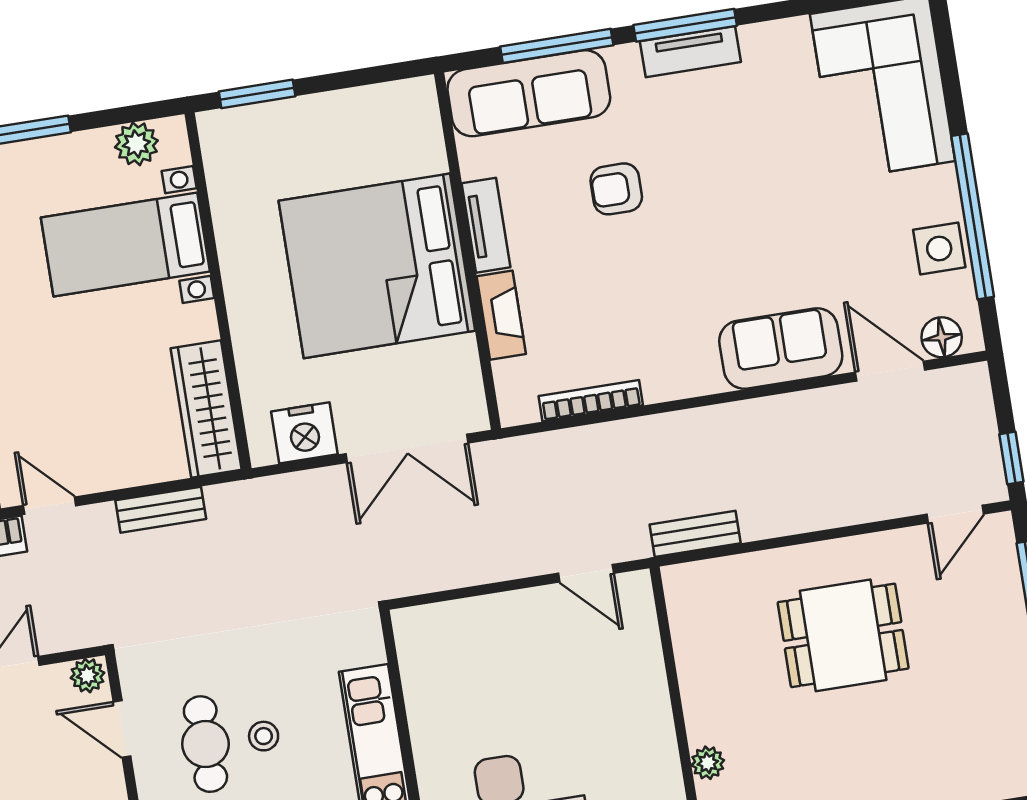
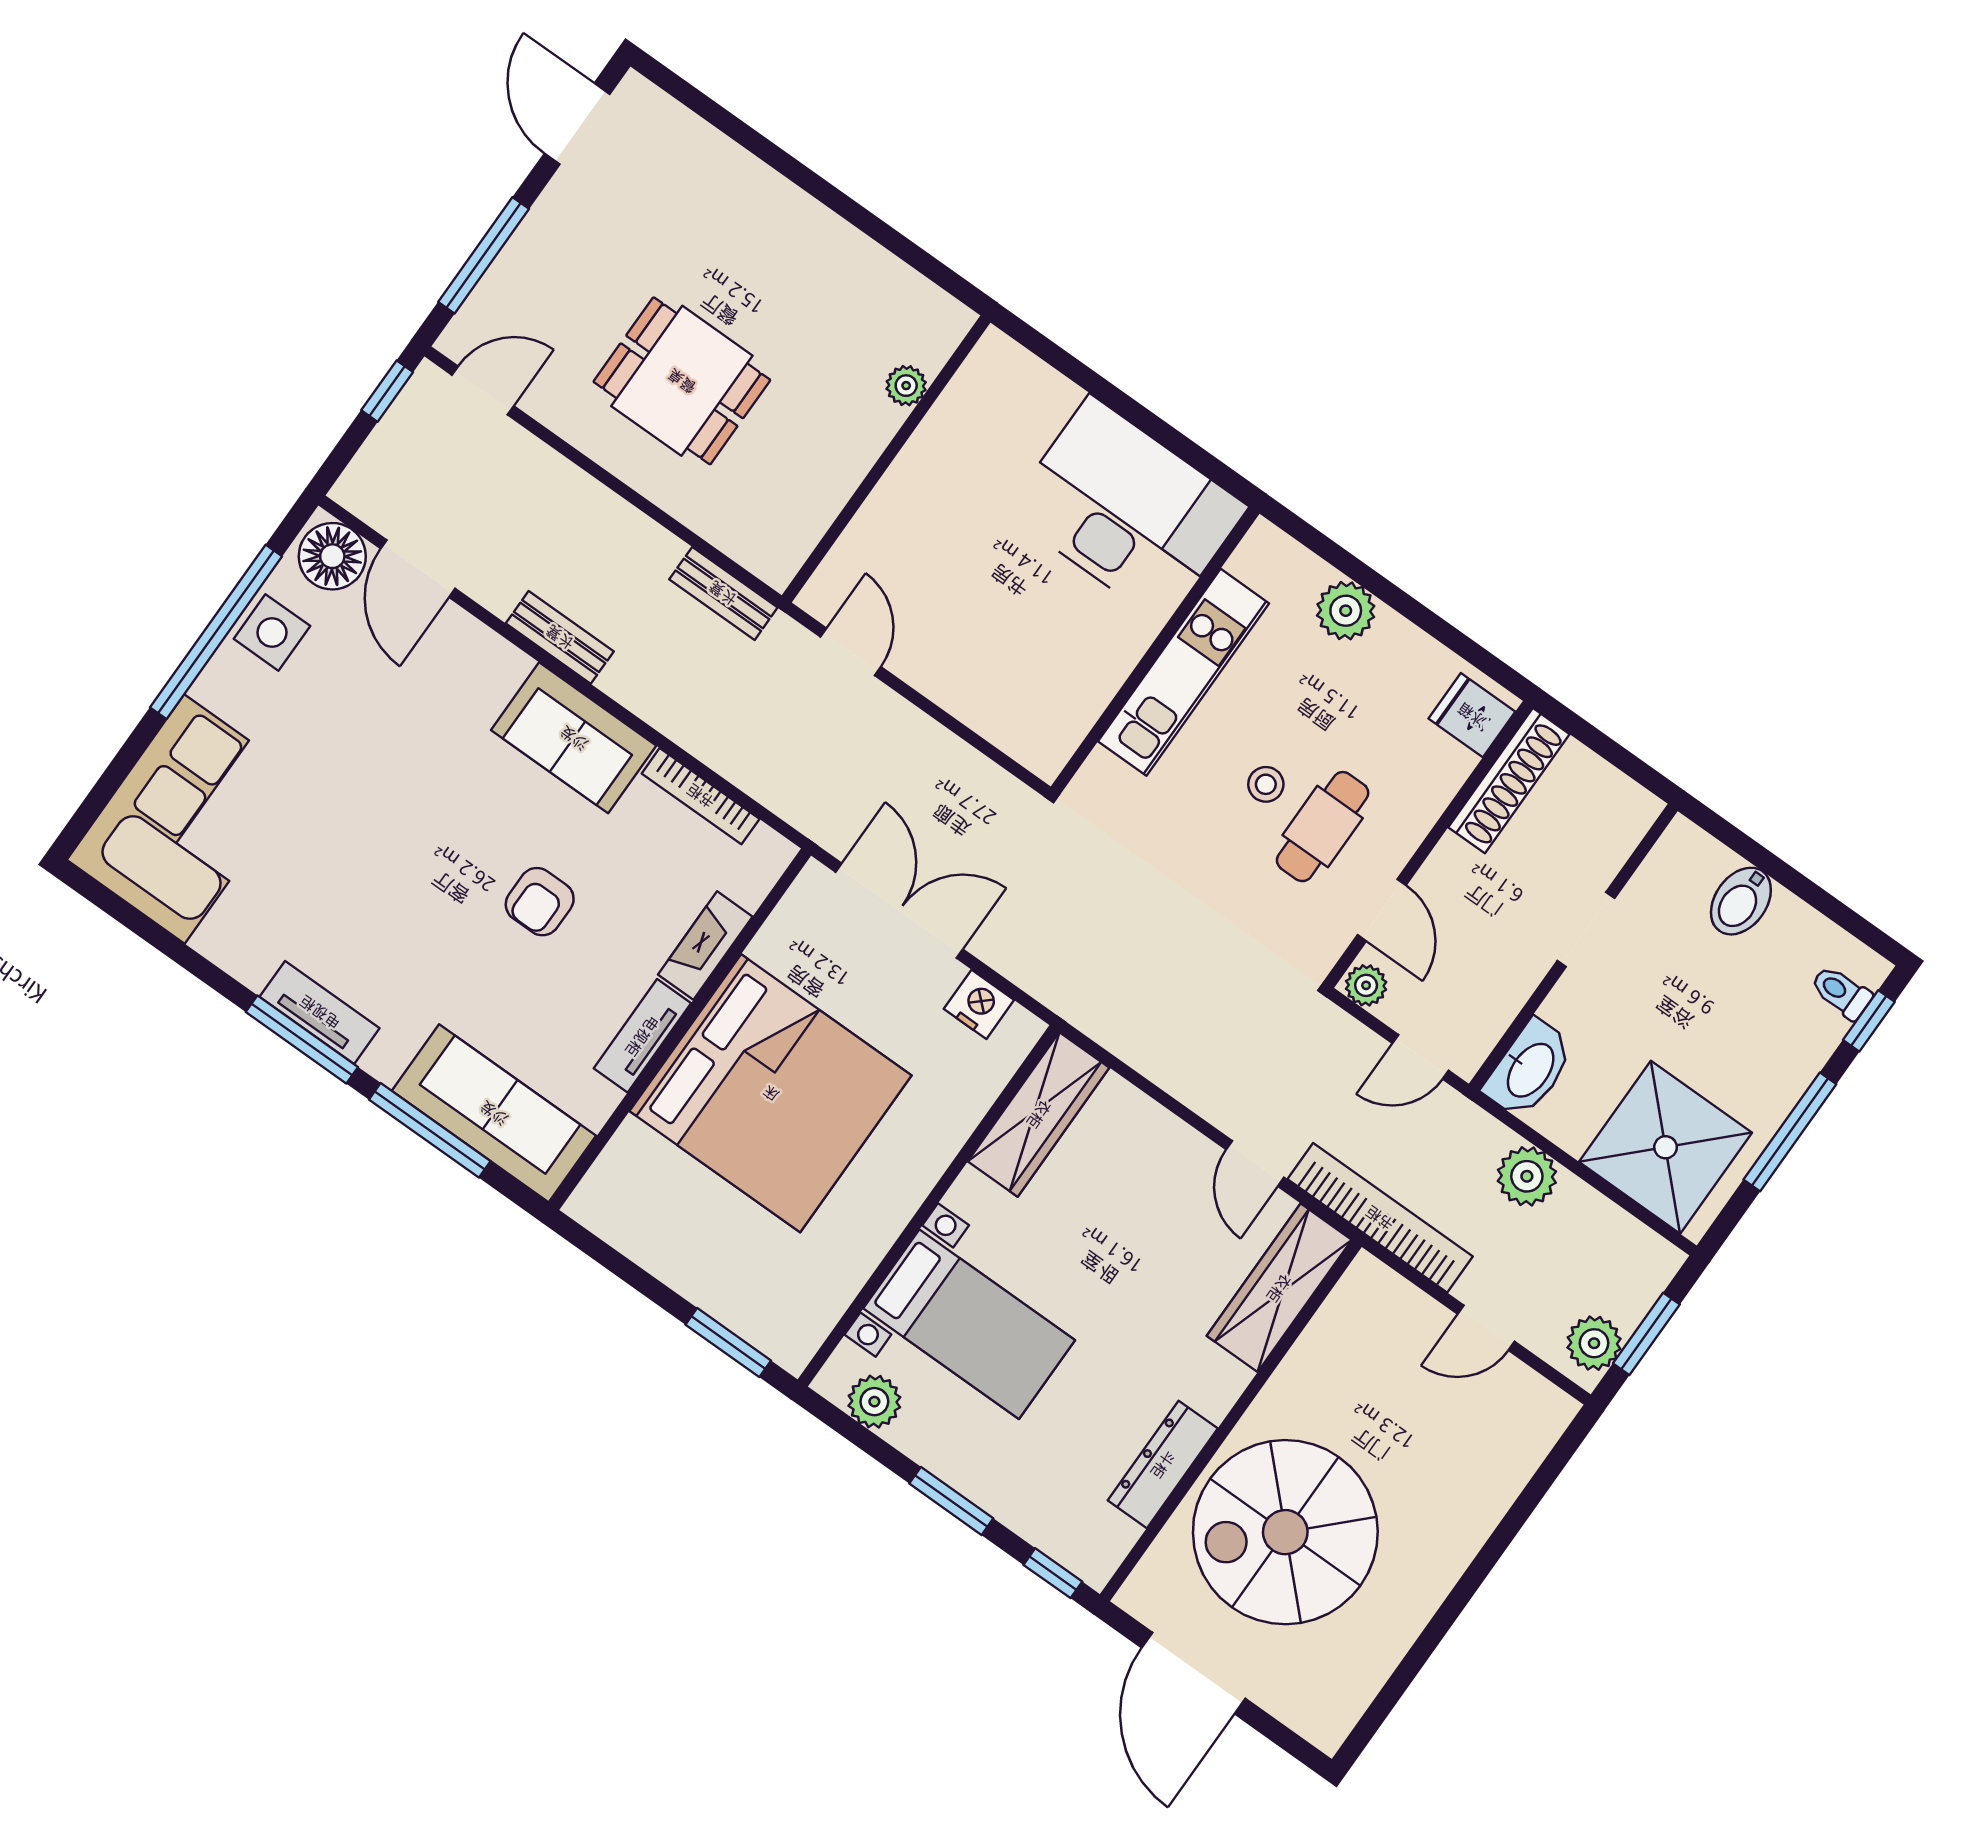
armchair: (616, 189) -> (540, 902), moved, turned 90
floor lamp: (942, 337) -> (332, 556), width x1.38, depth x1.38
sofa: (781, 348) -> (574, 738), moved
nightstand: (304, 433) -> (979, 1004), width x0.74, depth x0.75
bench: (161, 510) -> (560, 637), moved

